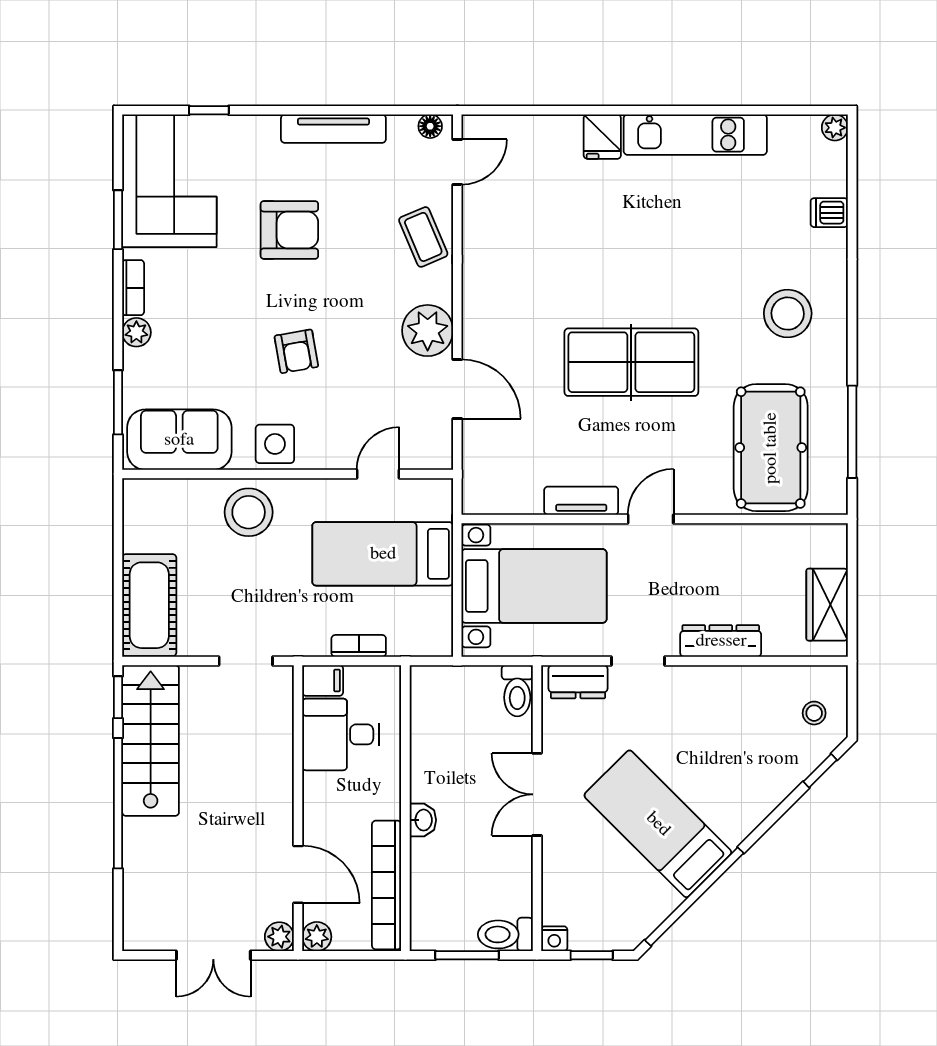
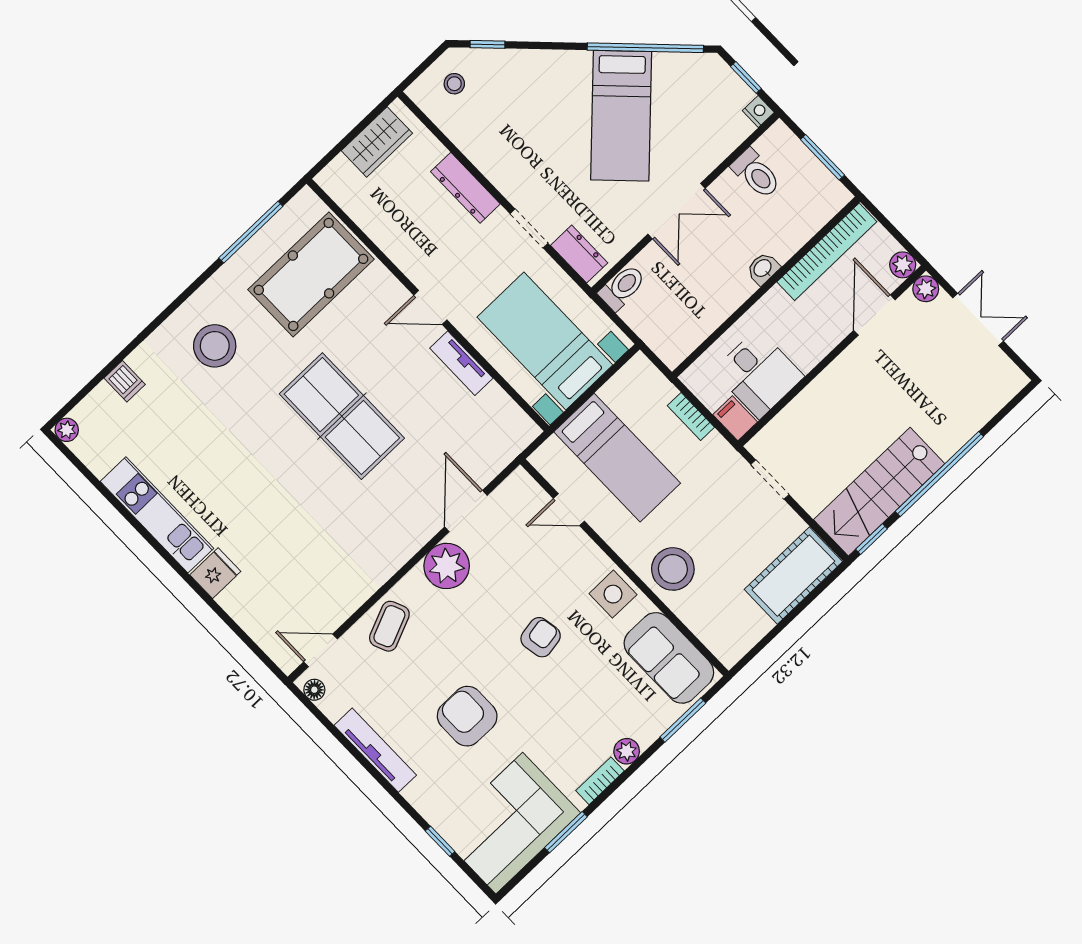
toilet: (505, 934) -> (756, 174), moved

